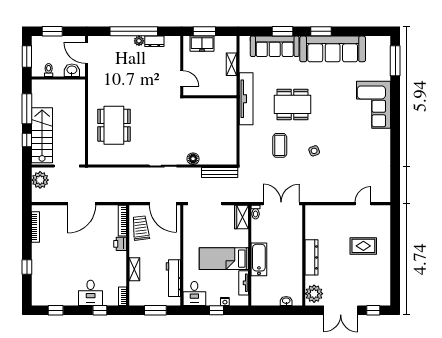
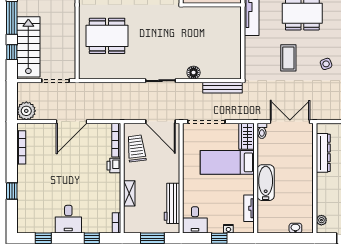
dining table: (114, 125) -> (107, 36), turned 90
plant: (40, 180) -> (26, 111), moved
dresser: (312, 257) -> (323, 153), moved
bed: (224, 259) -> (227, 162), moved
desk: (91, 293) -> (68, 219), moved
plant: (314, 294) -> (321, 220), width x0.53, depth x0.53

